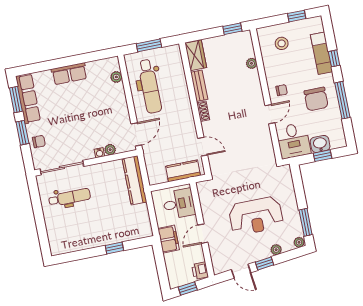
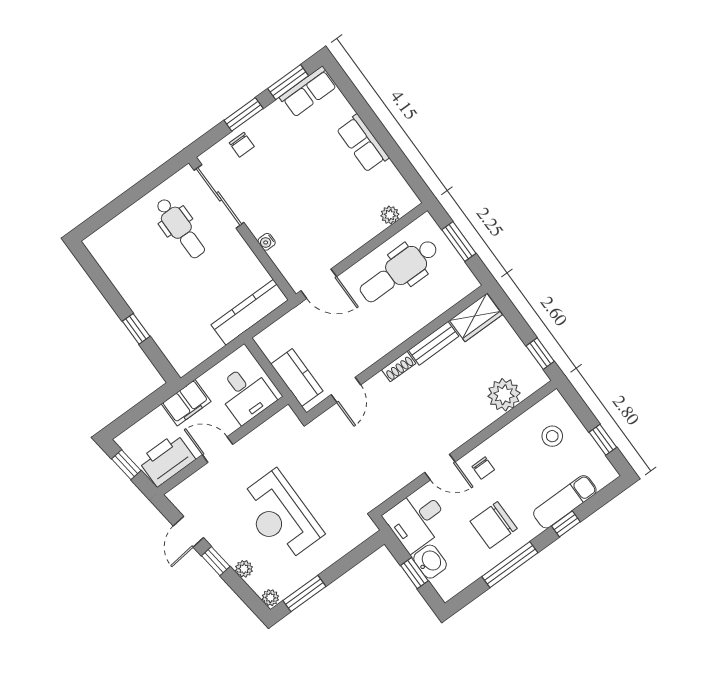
plant: (252, 63) -> (504, 395), width x1.88, depth x1.88
row of seats: (28, 99) -> (308, 92), width x0.68
plant: (110, 150) -> (278, 255), removed
printer: (200, 271) -> (167, 460), width x1.87, depth x1.48

